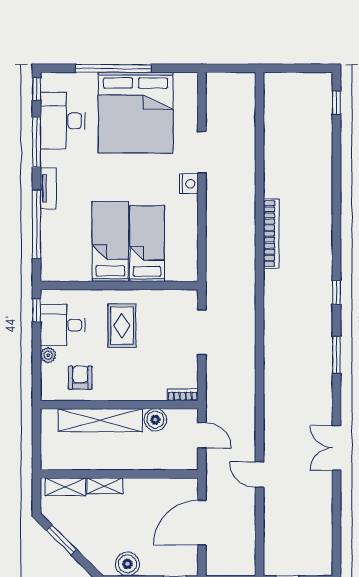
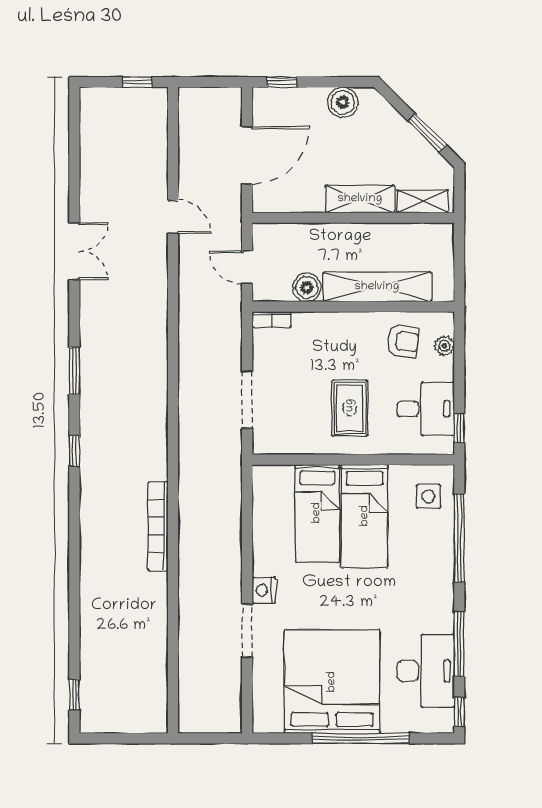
tv unit: (48, 188) -> (444, 584), removed
side table: (61, 257) -> (428, 496), added
plant: (48, 355) -> (444, 346), moved
armchair: (80, 378) -> (403, 341), turned -82
shelving: (105, 486) -> (360, 199), width x1.50, depth x1.33

